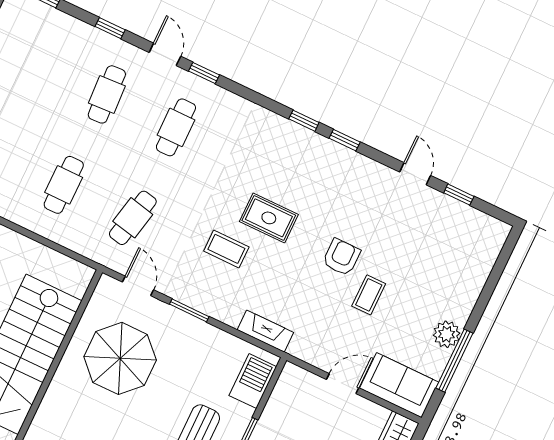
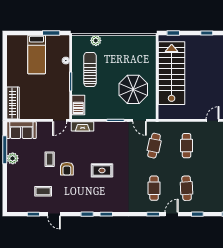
door: (165, 54) -> (172, 214), swing flipped
coffee table: (226, 249) -> (43, 191), moved
door: (343, 384) -> (60, 120), moved

